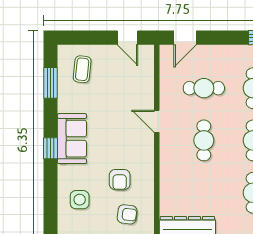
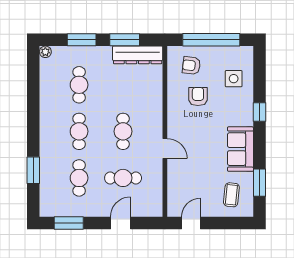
door: (127, 38) -> (191, 223), hinge flipped
door: (185, 38) -> (121, 223), moved
sofa: (72, 139) -> (240, 149), moved
window: (51, 148) -> (260, 112), moved

